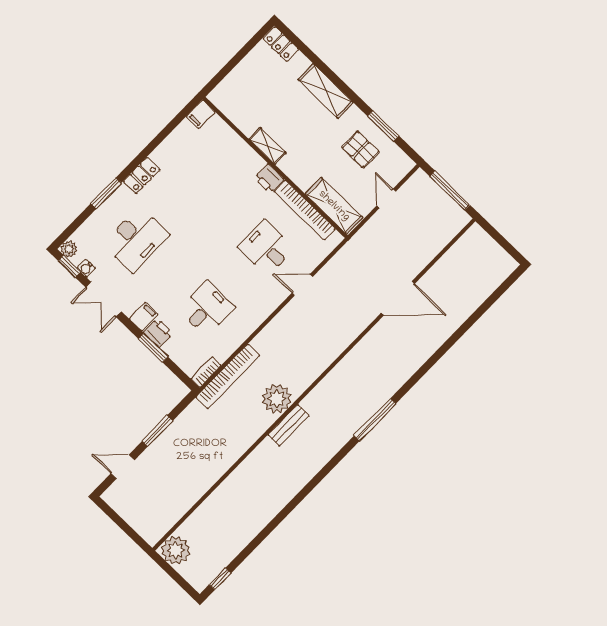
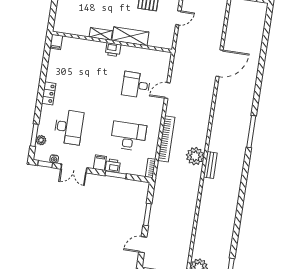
window: (106, 193) -> (34, 135), moved
door: (386, 198) -> (178, 18), swing flipped
shelving: (334, 206) -> (130, 36), moved
bookcase: (305, 210) -> (142, 53), removed
plant: (69, 249) -> (41, 140), moved
desk: (207, 308) -> (128, 136), width x1.37
bookcase: (228, 376) -> (166, 139), moved

